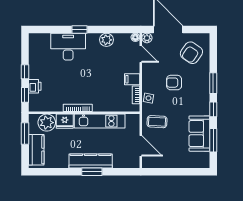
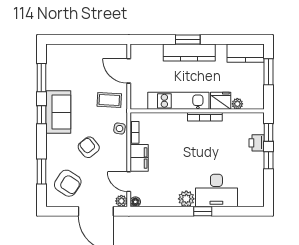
plant: (106, 40) -> (186, 199), moved
armchair: (191, 53) -> (68, 183), turned 88
filing cabinet: (132, 79) -> (139, 158), width x2.00
armchair: (174, 83) -> (89, 147), turned -129
window: (213, 83) -> (41, 172), moved
plant: (47, 123) -> (237, 104), width x0.53, depth x0.53
window: (25, 134) -> (269, 72), moved
sofa: (199, 134) -> (58, 112), moved
kitchen counter: (36, 150) -> (246, 53), moved, turned -90

